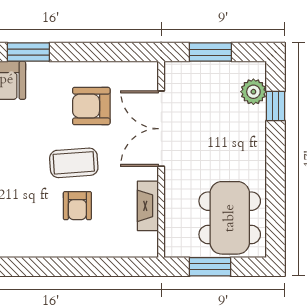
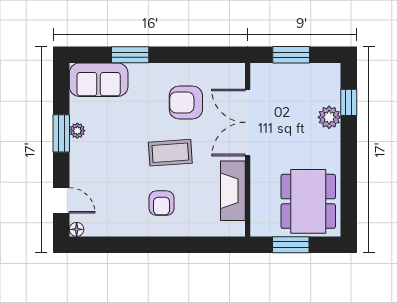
plant: (253, 92) -> (329, 117), moved
armchair: (77, 206) -> (162, 203), moved
fireplace: (148, 206) -> (233, 191), width x1.37, depth x1.32

